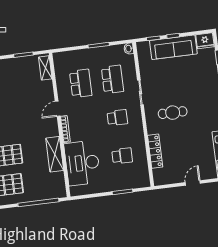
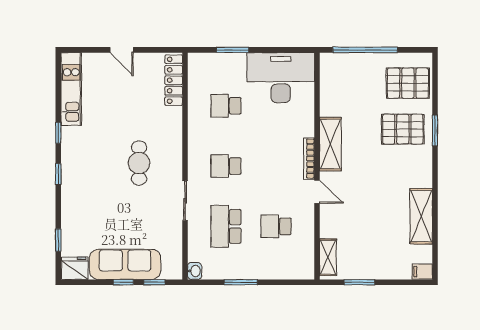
school desk: (81, 83) -> (276, 226), width x0.54
door: (58, 109) -> (317, 192), hinge flipped
cafe table: (173, 113) -> (139, 163), turned 90
locker: (155, 151) -> (174, 80), moved
shelving: (55, 154) -> (330, 144), moved
desk: (82, 163) -> (281, 78), moved, turned -90
door: (193, 183) -> (122, 50), hinge flipped

